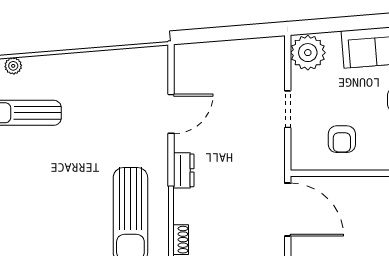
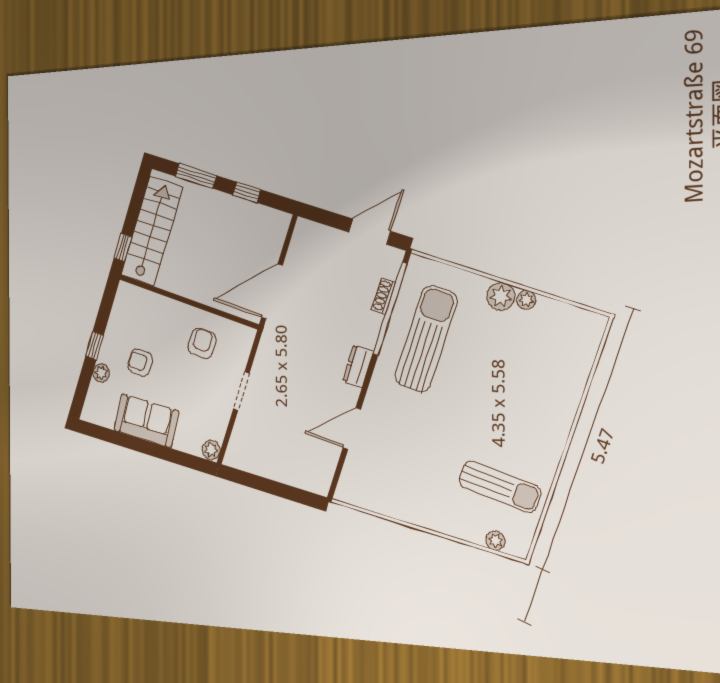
plant: (308, 53) -> (211, 450), width x0.53, depth x0.53
door: (288, 210) -> (272, 291), hinge flipped

